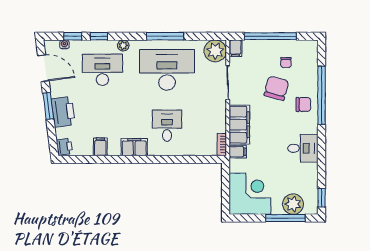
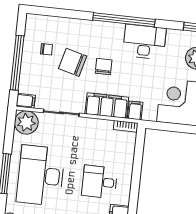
window: (321, 95) -> (124, 20), moved
chair: (303, 104) -> (104, 67), moved
desk: (303, 148) -> (144, 42), width x1.37

